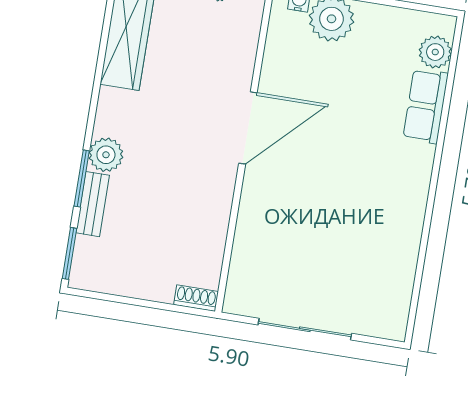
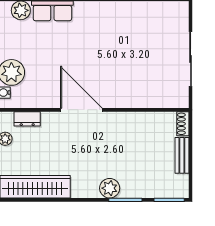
dresser: (248, 33) -> (27, 119), added
bench: (93, 204) -> (182, 155), moved, turned 90

